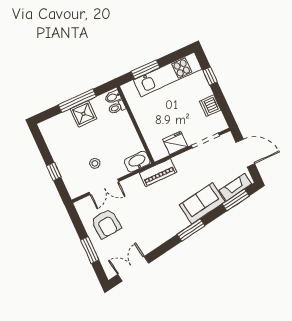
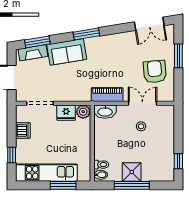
plant: (159, 152) -> (83, 112), added
window: (54, 172) -> (178, 161), moved
piano: (158, 172) -> (107, 95), moved

